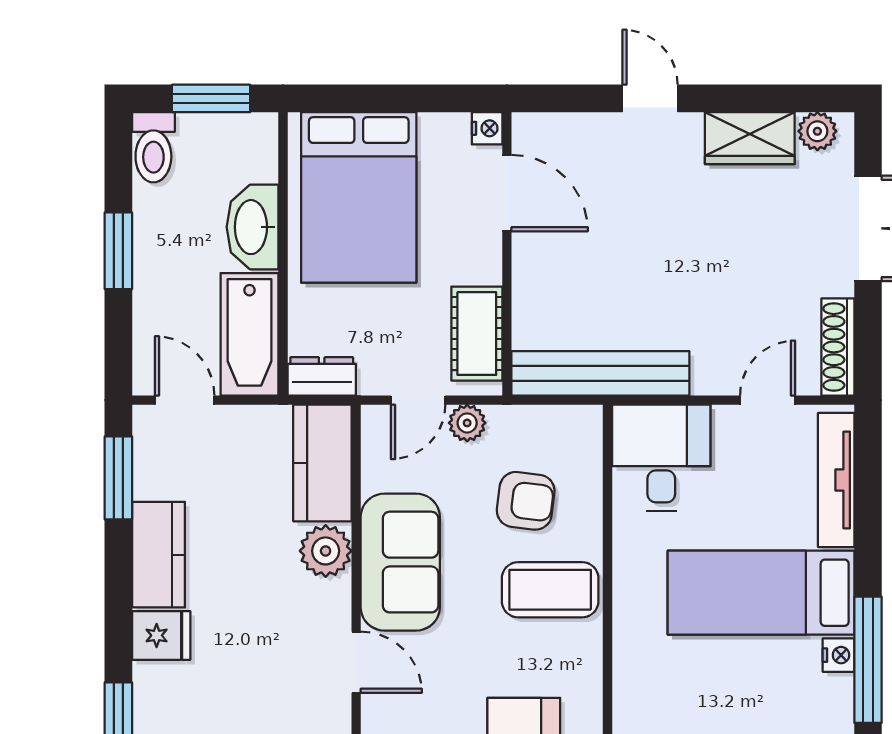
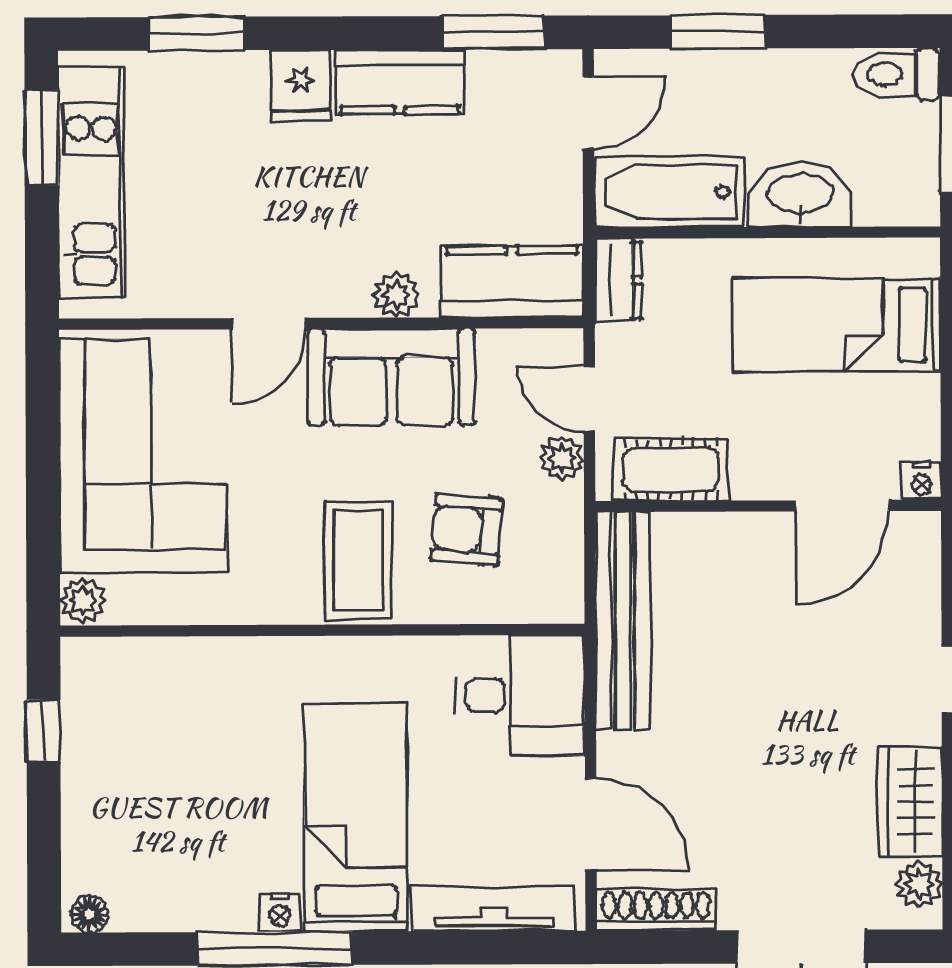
bed: (359, 197) -> (836, 325), width x0.67
window: (118, 251) -> (718, 32), moved
door: (768, 400) -> (591, 825), width x1.38
armchair: (526, 501) -> (467, 530), turned 88
plant: (326, 551) -> (396, 295), width x0.73, depth x0.73

